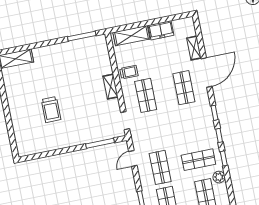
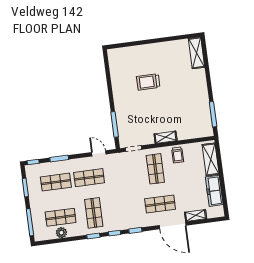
freezer: (161, 30) -> (214, 191), width x1.40
shop shelf: (146, 95) -> (155, 169), turned 90
plant: (219, 177) -> (61, 233), moved

